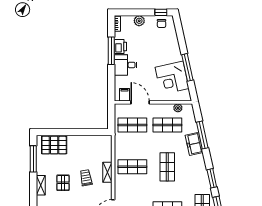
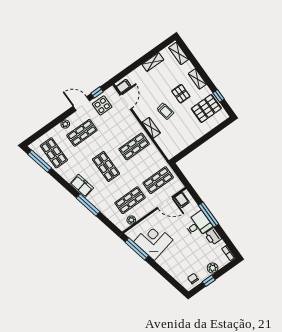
window: (161, 12) -> (209, 281), moved
window: (111, 51) -> (208, 215), moved
window: (187, 67) -> (137, 249), moved
window: (202, 135) -> (88, 205), moved
freezer: (194, 144) -> (82, 186), moved
pallet: (54, 145) -> (206, 108), moved
window: (33, 159) -> (219, 96), width x0.46
window: (212, 178) -> (64, 183), removed

